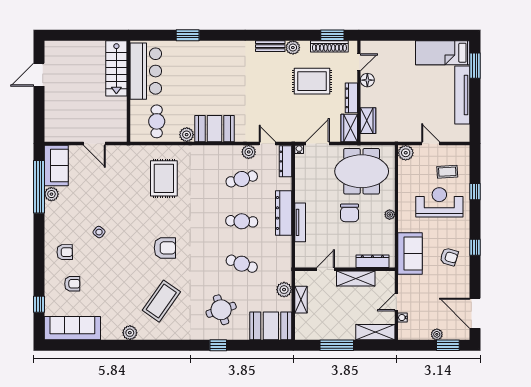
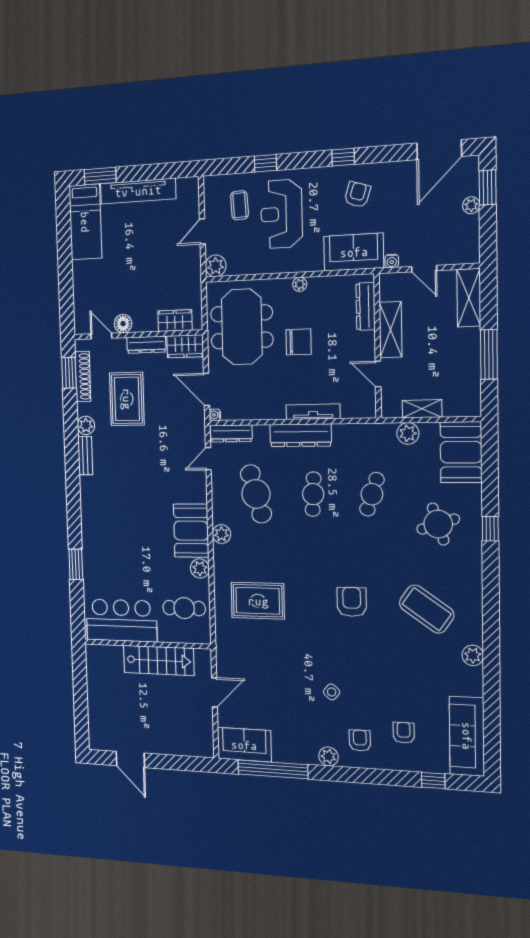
stairs: (116, 68) -> (159, 660), moved
plant: (249, 152) -> (221, 534), moved
cafe table: (242, 179) -> (256, 494), width x1.37, depth x1.35
plant: (51, 194) -> (328, 756), moved
water cooler: (403, 318) -> (392, 261), moved

